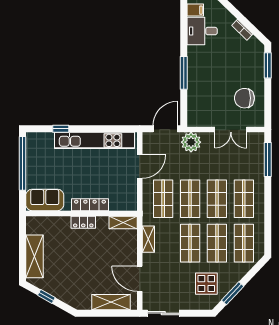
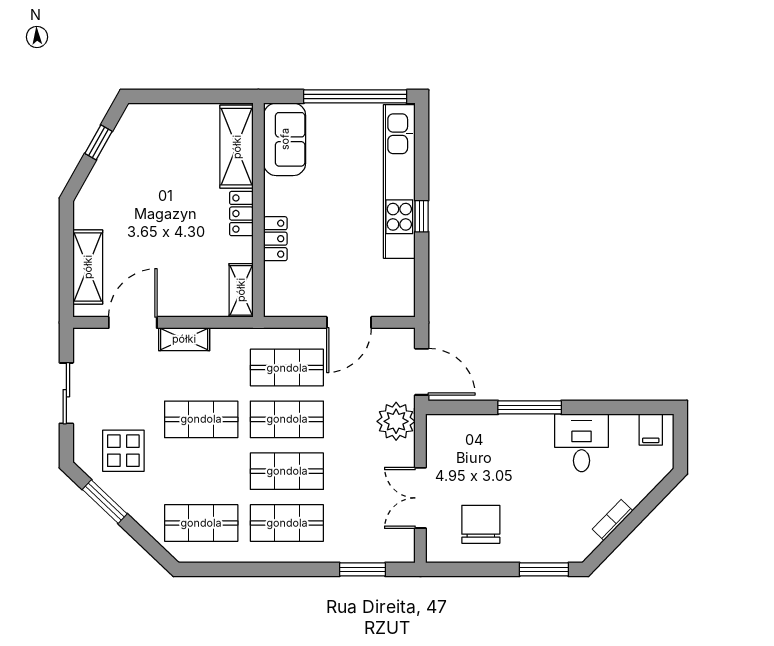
desk: (202, 31) -> (582, 443), moved
window: (61, 129) -> (422, 216), moved
kitchen unit: (95, 140) -> (399, 181), moved
window: (268, 160) -> (362, 569), width x0.69
door: (140, 167) -> (349, 322), hinge flipped
locker: (90, 205) -> (275, 239), width x0.66
shelving: (148, 239) -> (184, 339), moved
shop shelf: (217, 243) -> (201, 471), removed
shelving: (35, 256) -> (237, 147), moved, turned 90
sliding door: (163, 313) -> (66, 393), moved

